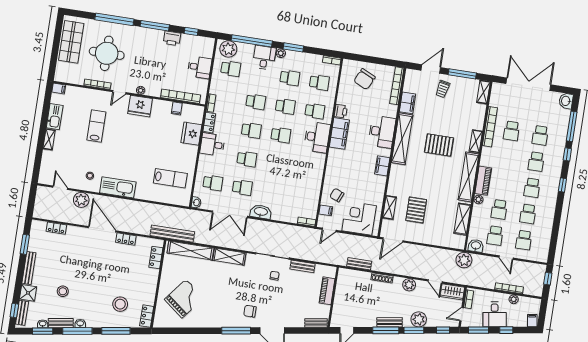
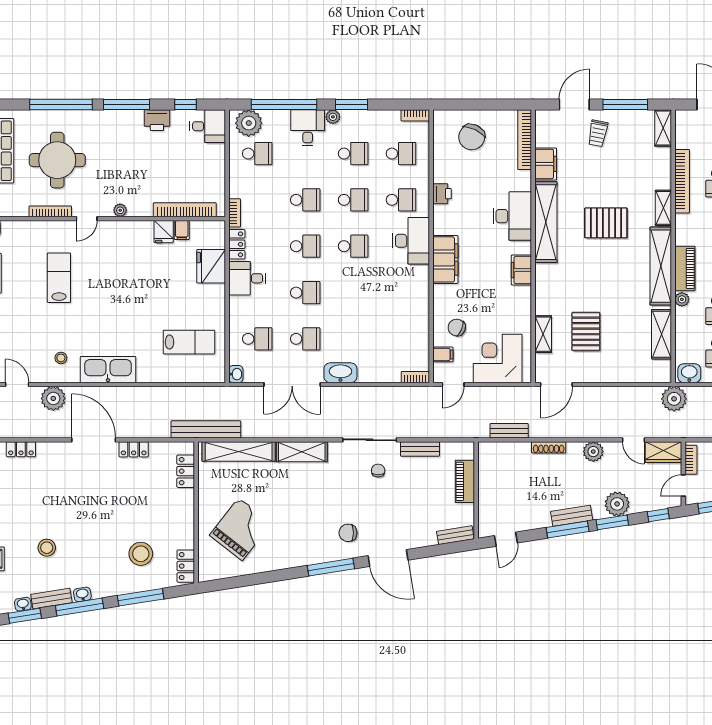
desk: (200, 67) -> (208, 126), moved
fridge: (140, 106) -> (164, 232), moved, width x0.53, depth x0.75
filing cabinet: (339, 133) -> (445, 259), moved

